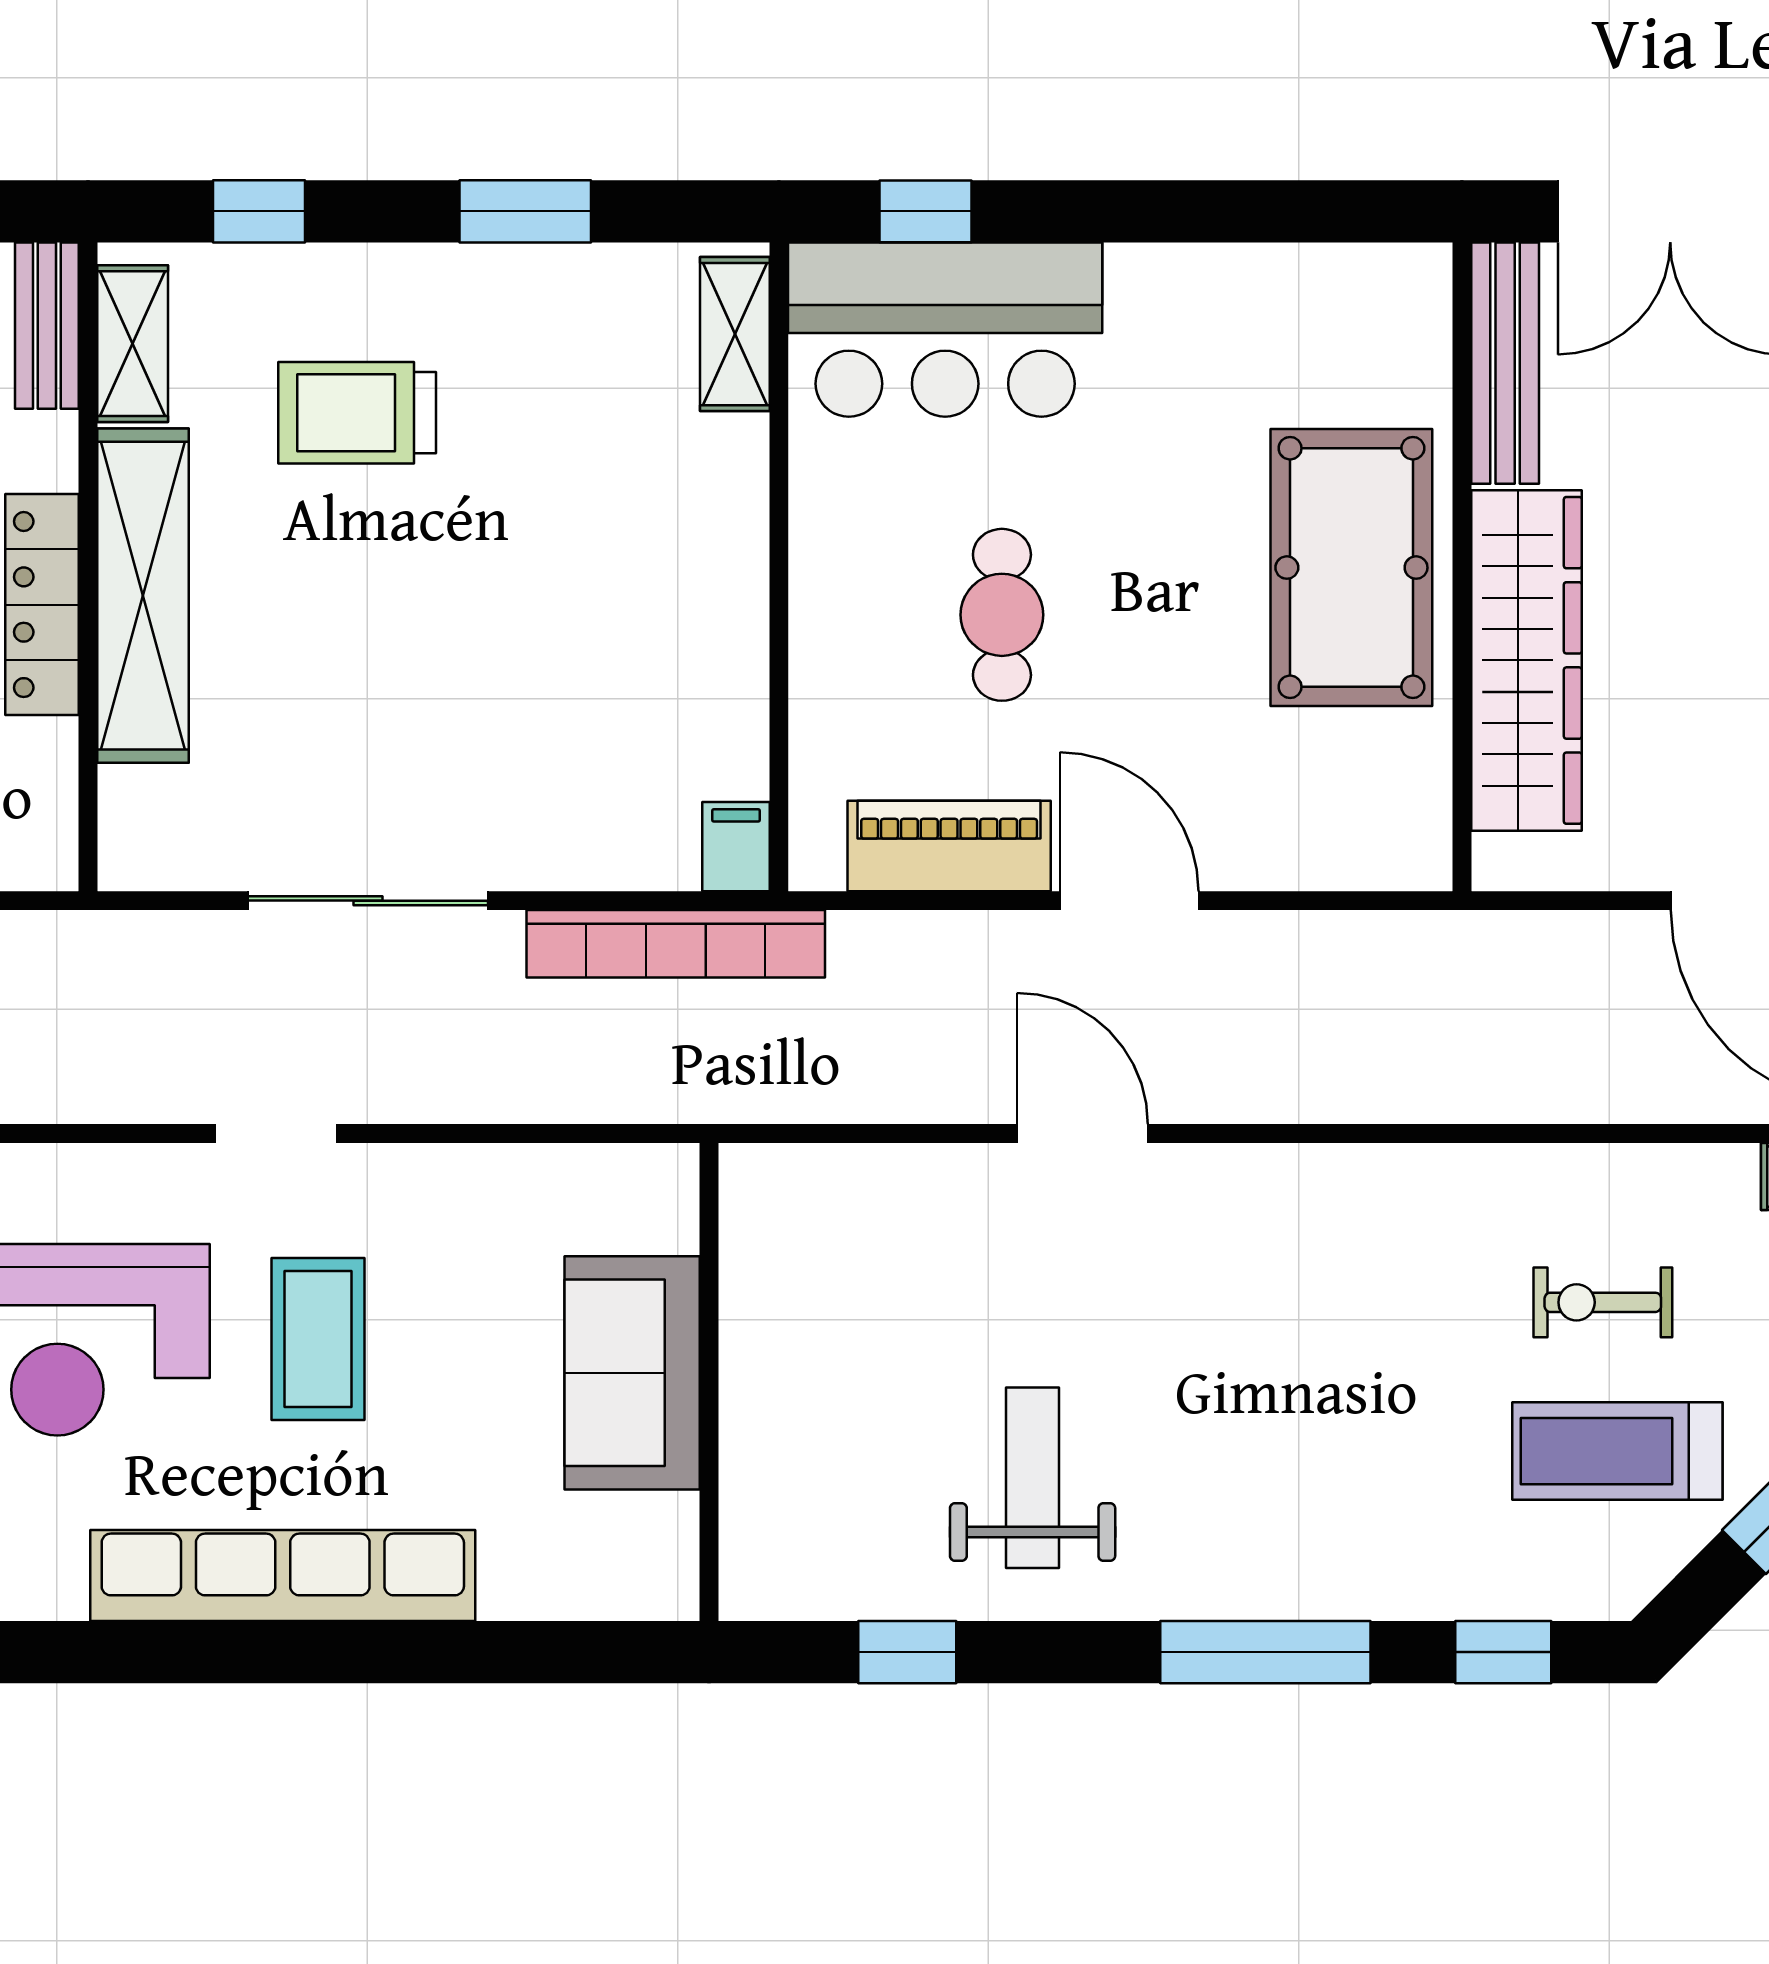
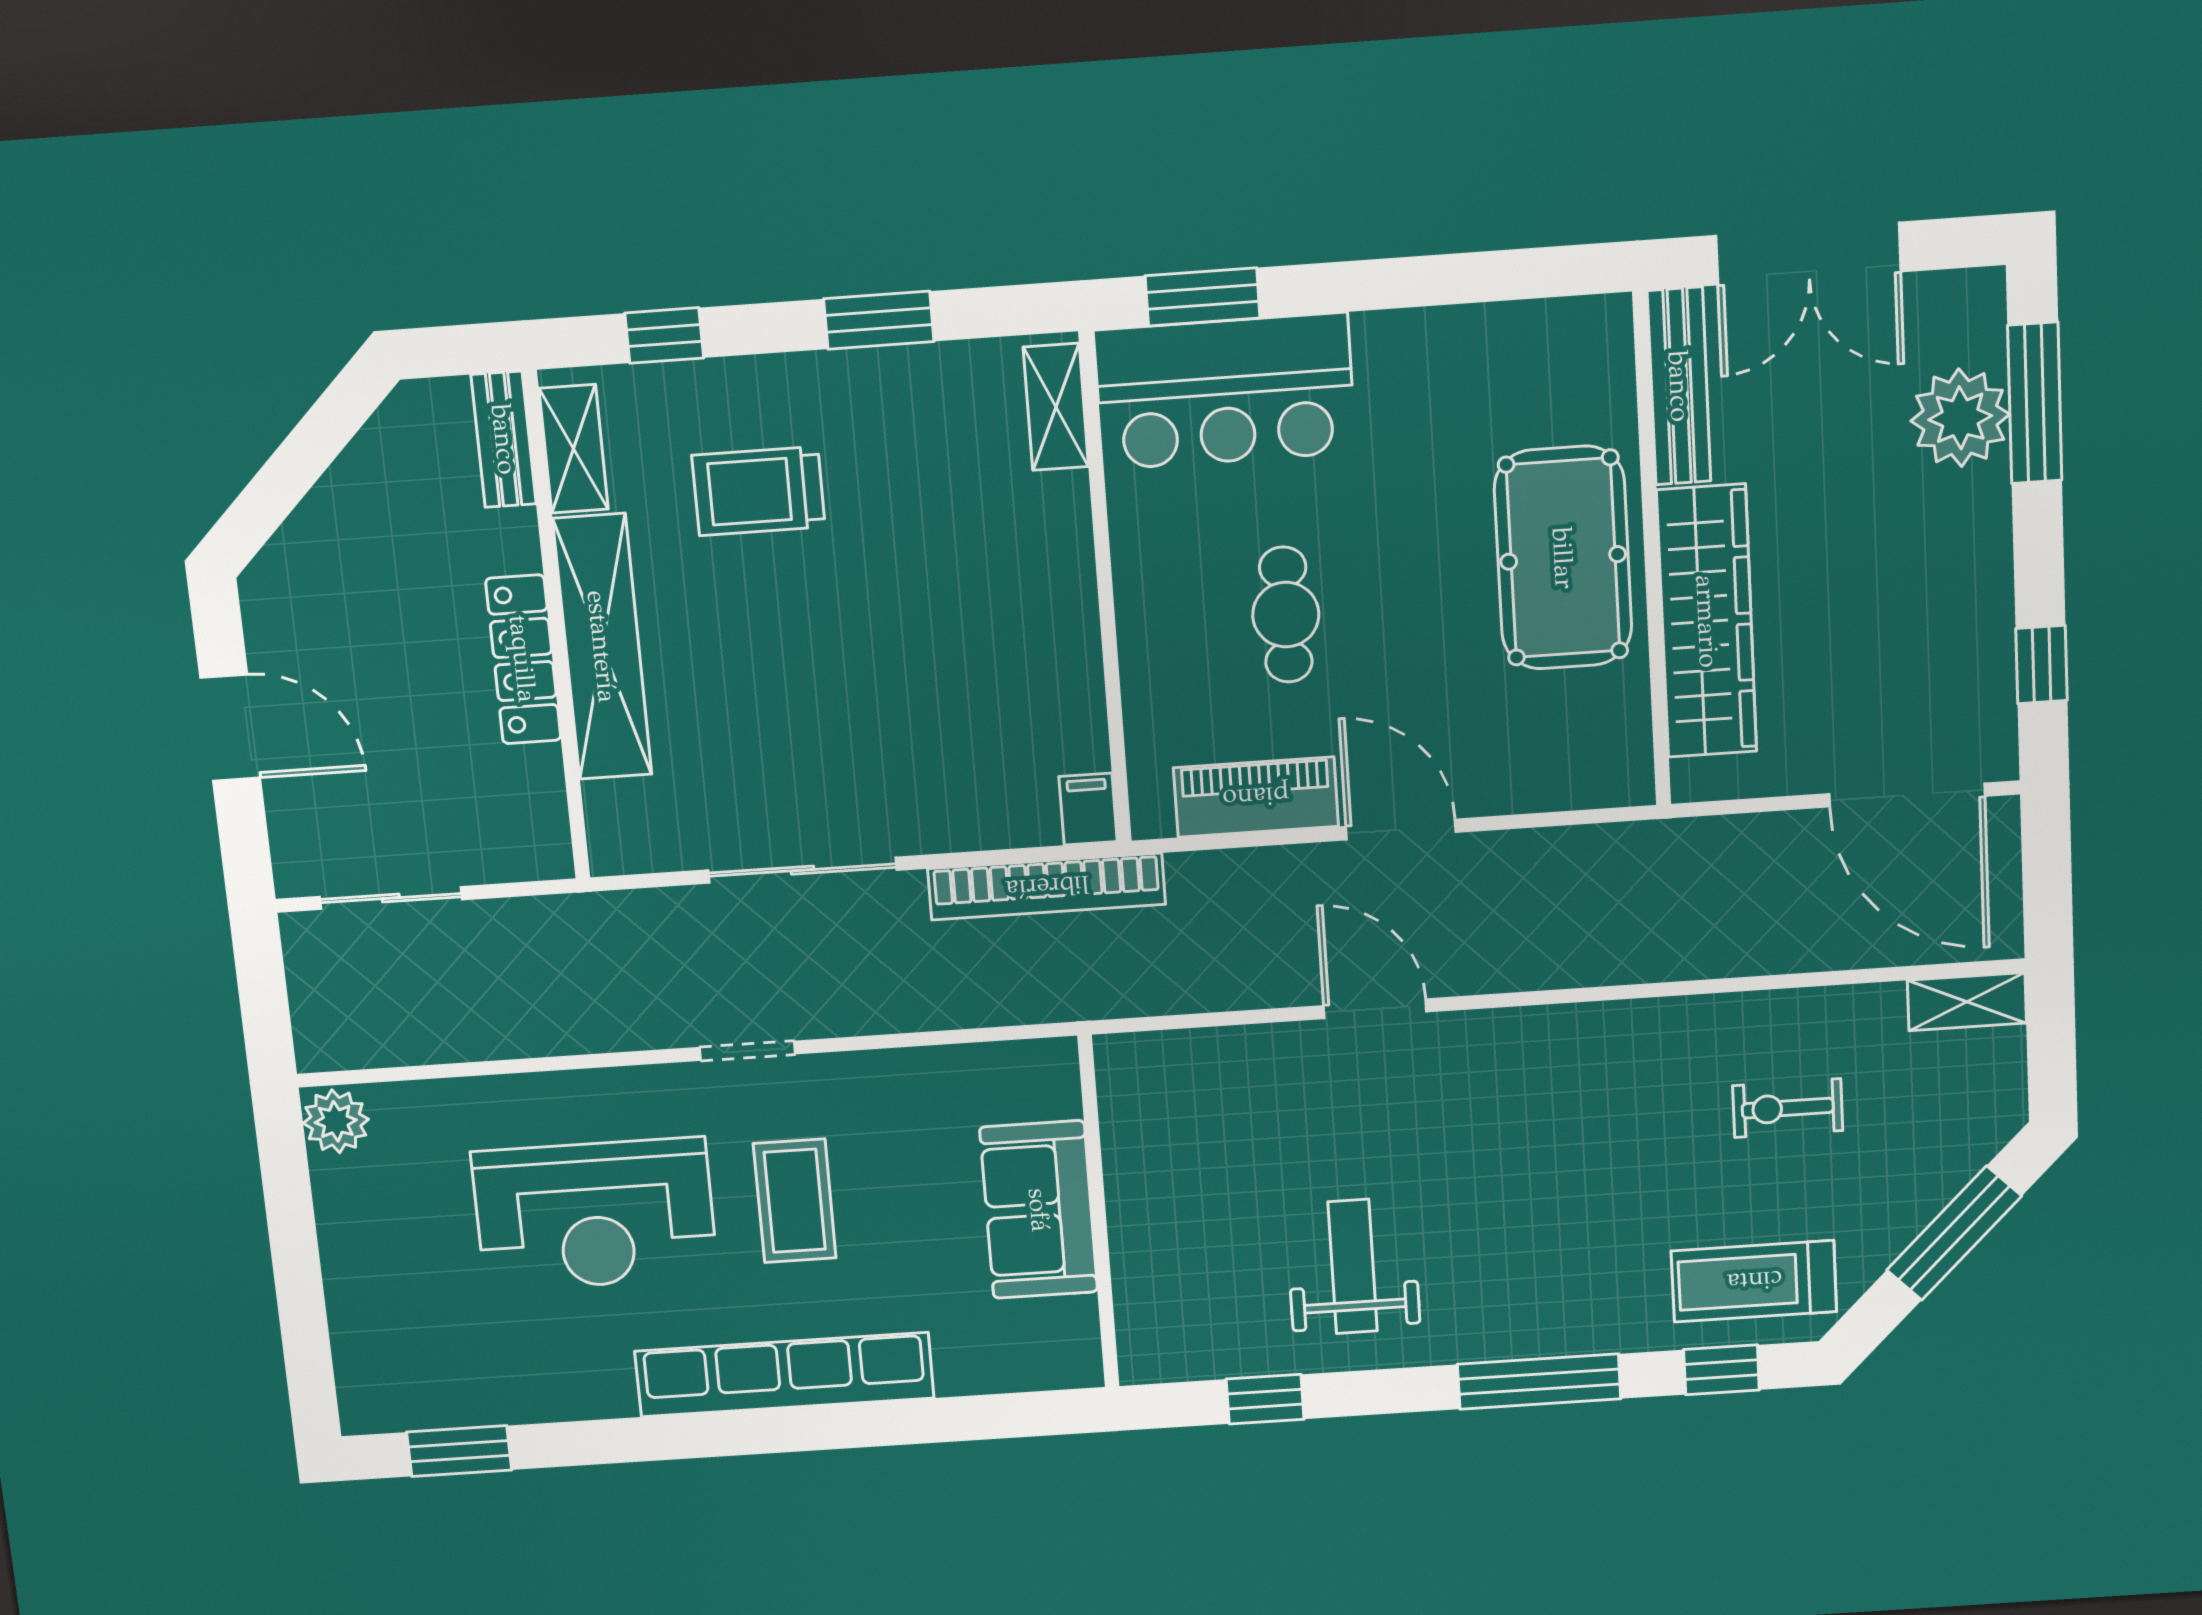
window: (926, 211) -> (1203, 297), width x1.50
treadmill: (1617, 1451) -> (1754, 1281), moved

